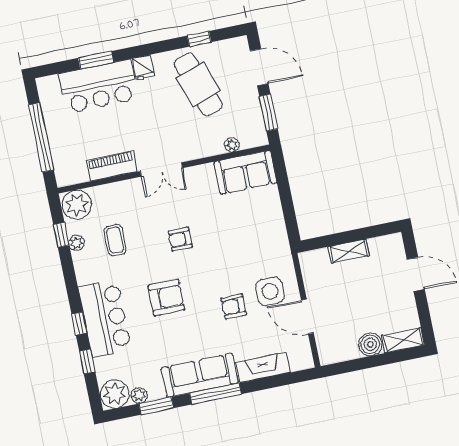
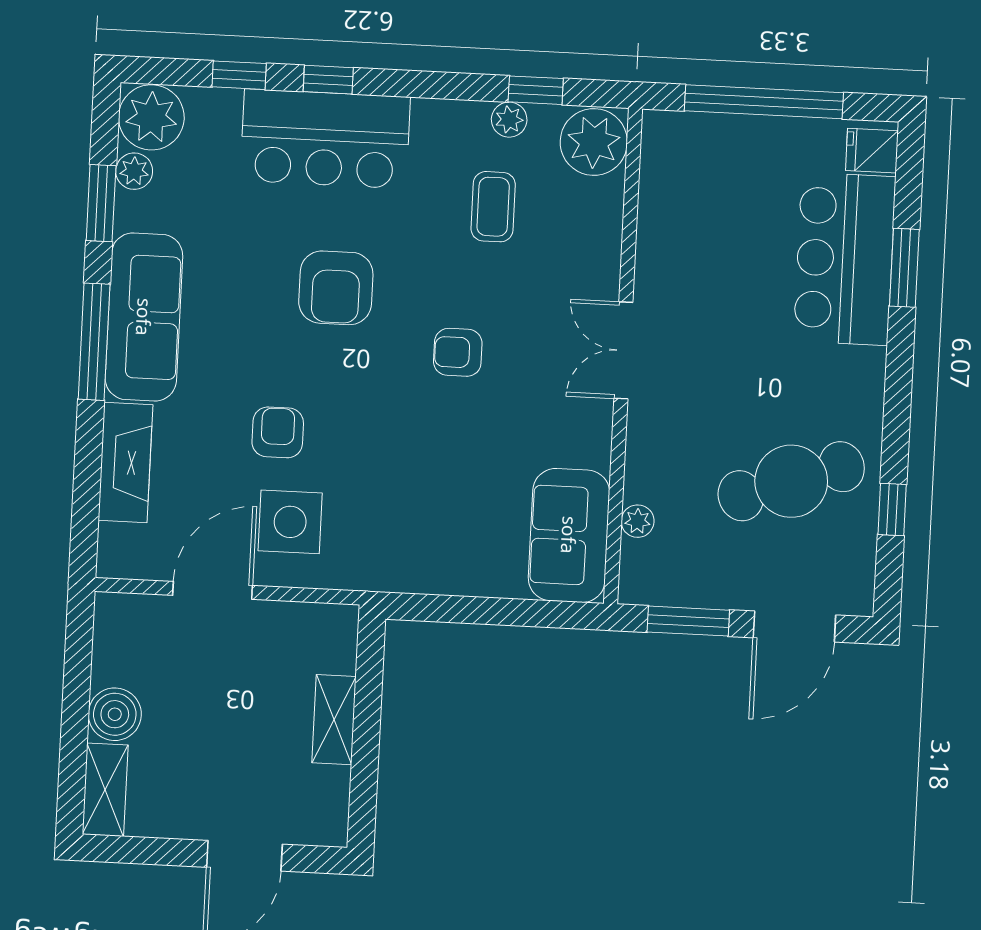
fridge: (143, 67) -> (872, 151), moved
piano: (112, 166) -> (660, 242), removed
armchair: (180, 239) -> (458, 352), turned -90
coffee table: (115, 240) -> (493, 207), turned 90

